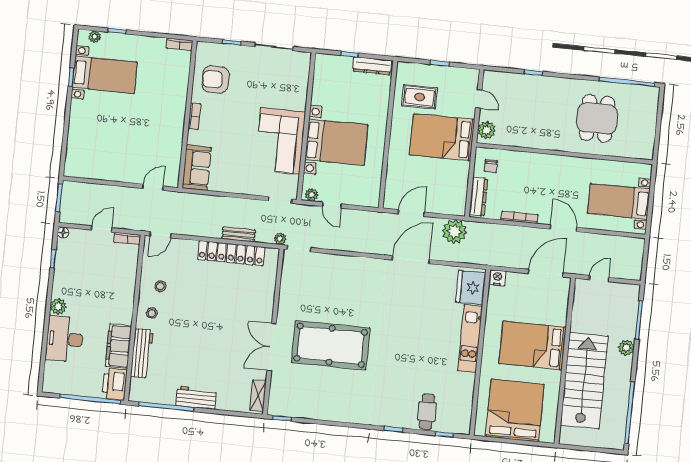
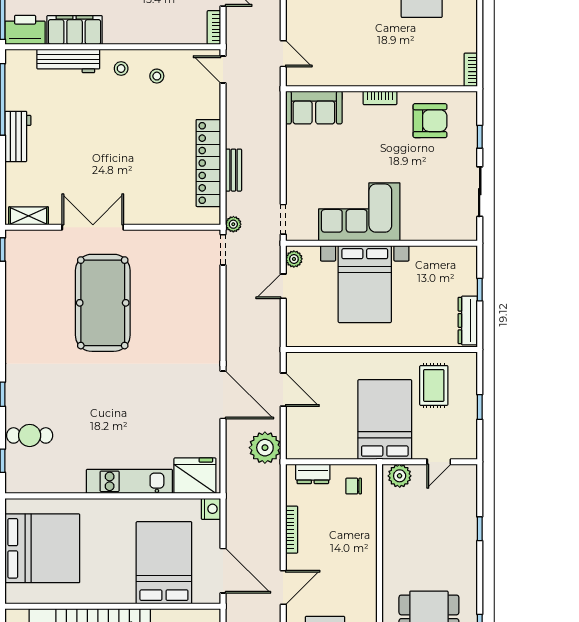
armchair: (216, 80) -> (430, 121), turned 90
dresser: (478, 197) -> (313, 474), width x0.70
bed: (533, 345) -> (164, 563), moved

